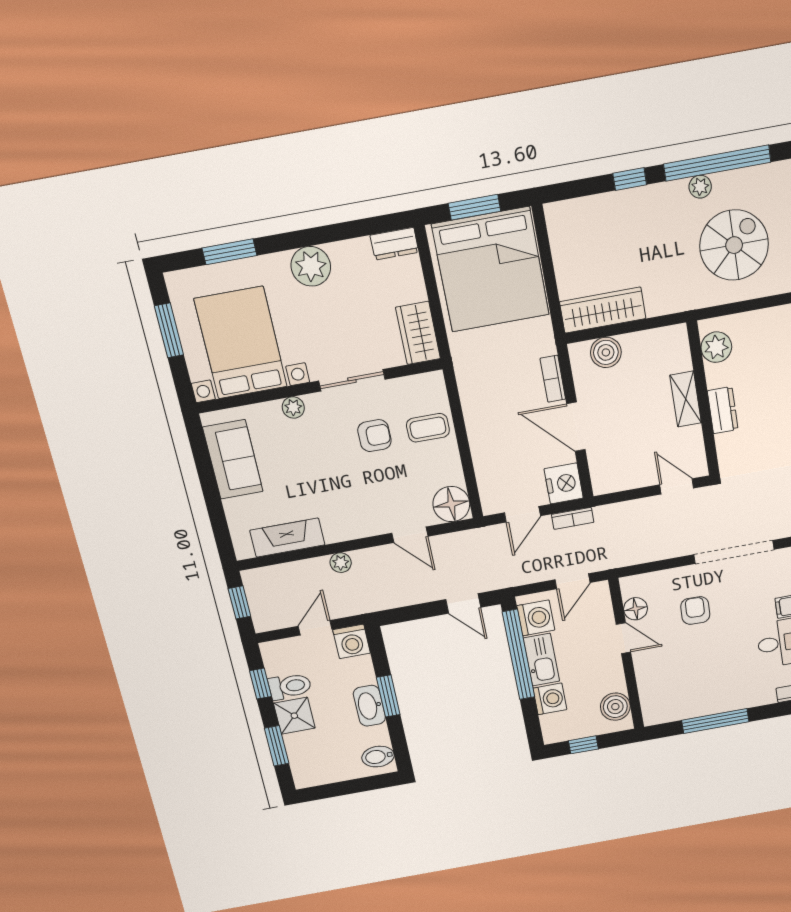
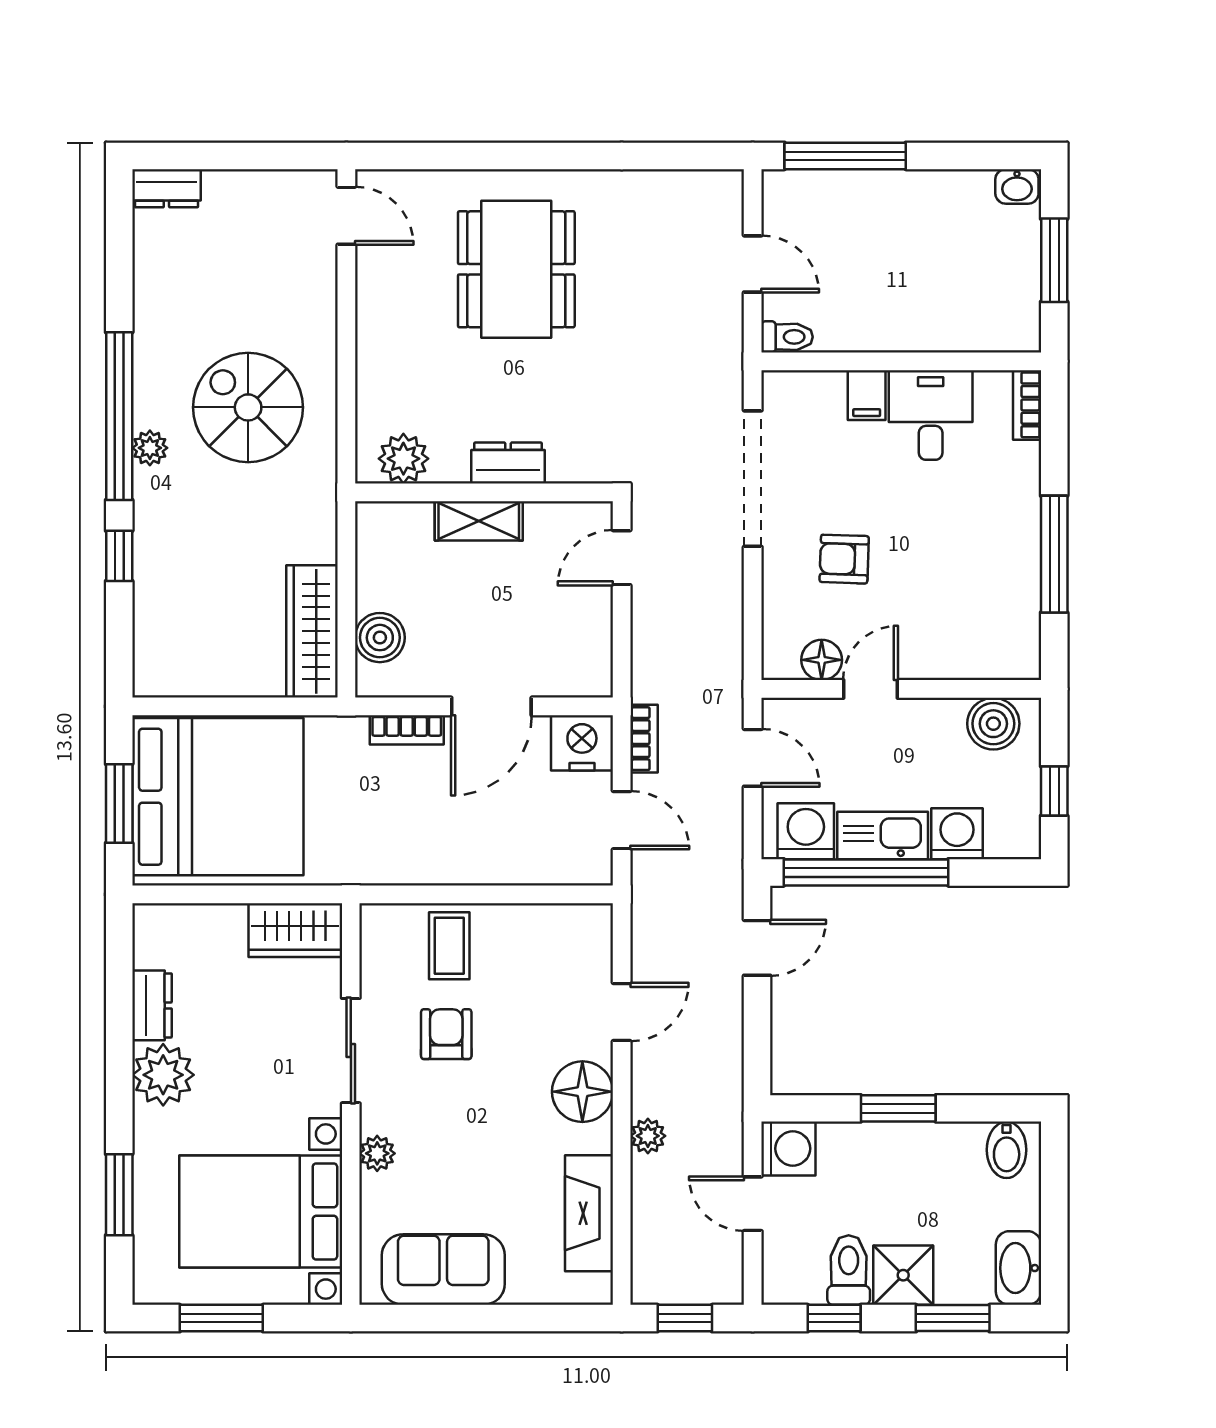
dresser: (394, 244) -> (152, 1005), moved
floor lamp: (451, 504) -> (582, 1092), moved
washbasin: (369, 706) -> (1018, 1268), moved, turned 90

